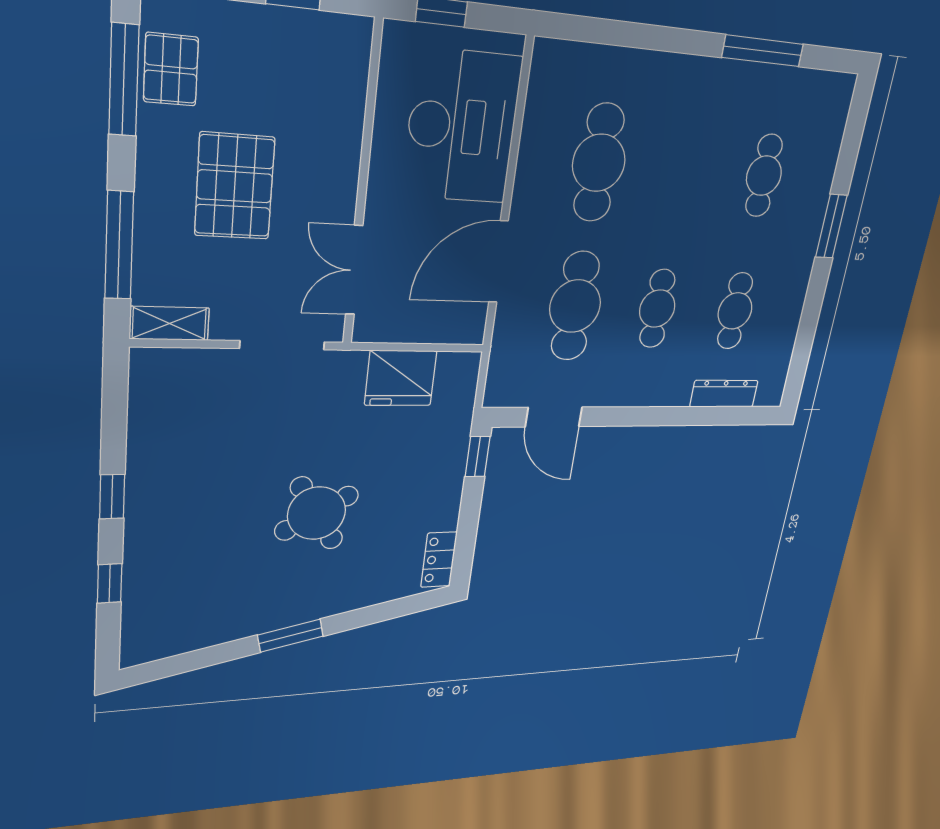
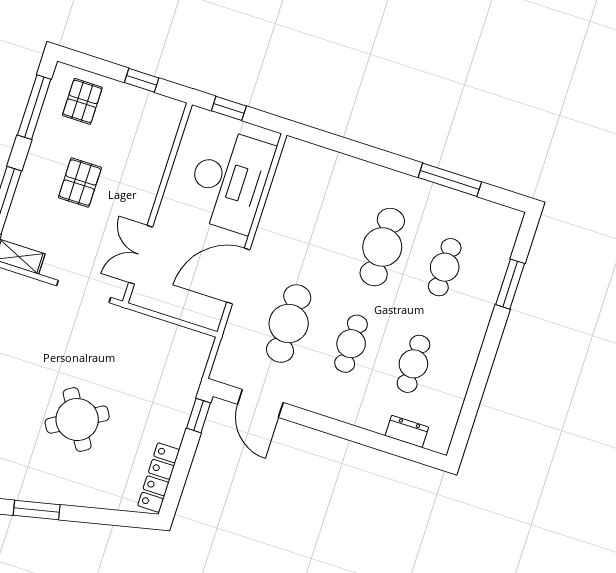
pallet: (171, 69) -> (82, 101), moved
cafe table: (599, 163) -> (382, 247), moved
pallet: (235, 186) -> (80, 183), width x0.67, depth x0.71
window: (831, 226) -> (510, 284), moved
fridge: (401, 378) -> (156, 338), removed
dresser: (724, 394) -> (407, 431), width x0.70
locker: (439, 560) -> (159, 478), width x1.53

